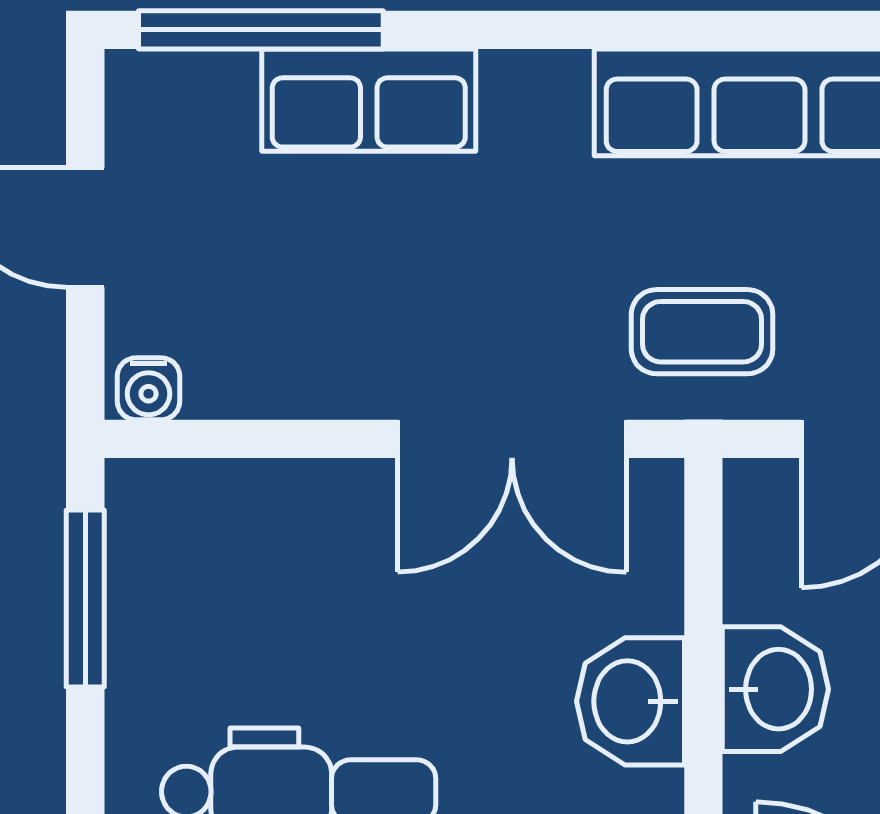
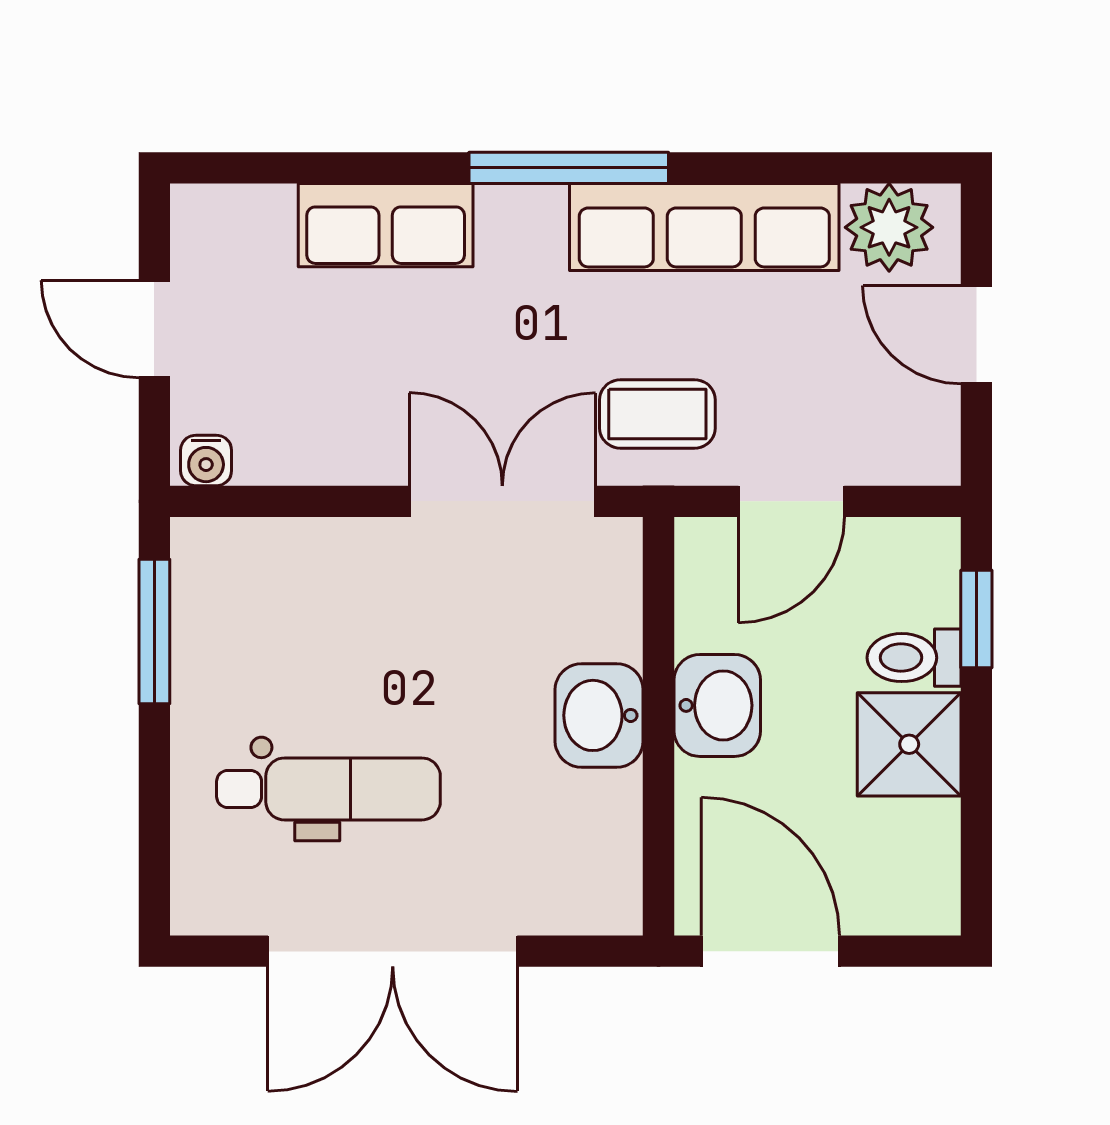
window: (261, 30) -> (569, 168), moved
double door: (512, 439) -> (502, 501), swing flipped

